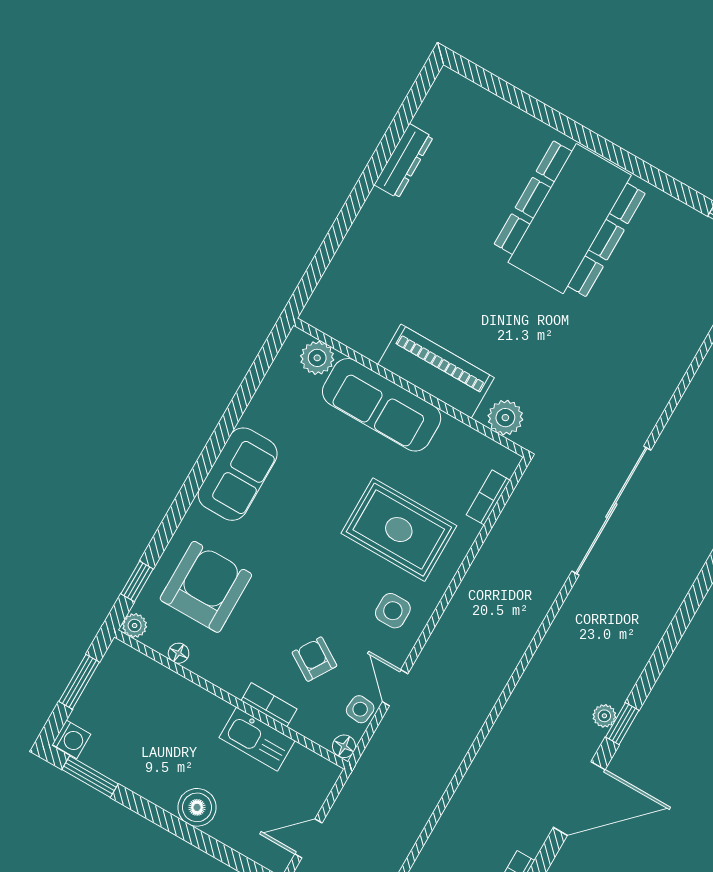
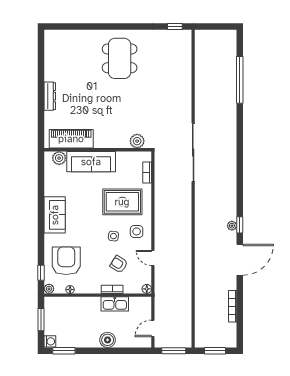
dresser: (404, 161) -> (50, 96), moved
dining table: (570, 219) -> (120, 58), width x0.73, depth x0.80
piano: (436, 371) -> (71, 139), moved
side table: (360, 709) -> (113, 236), moved

